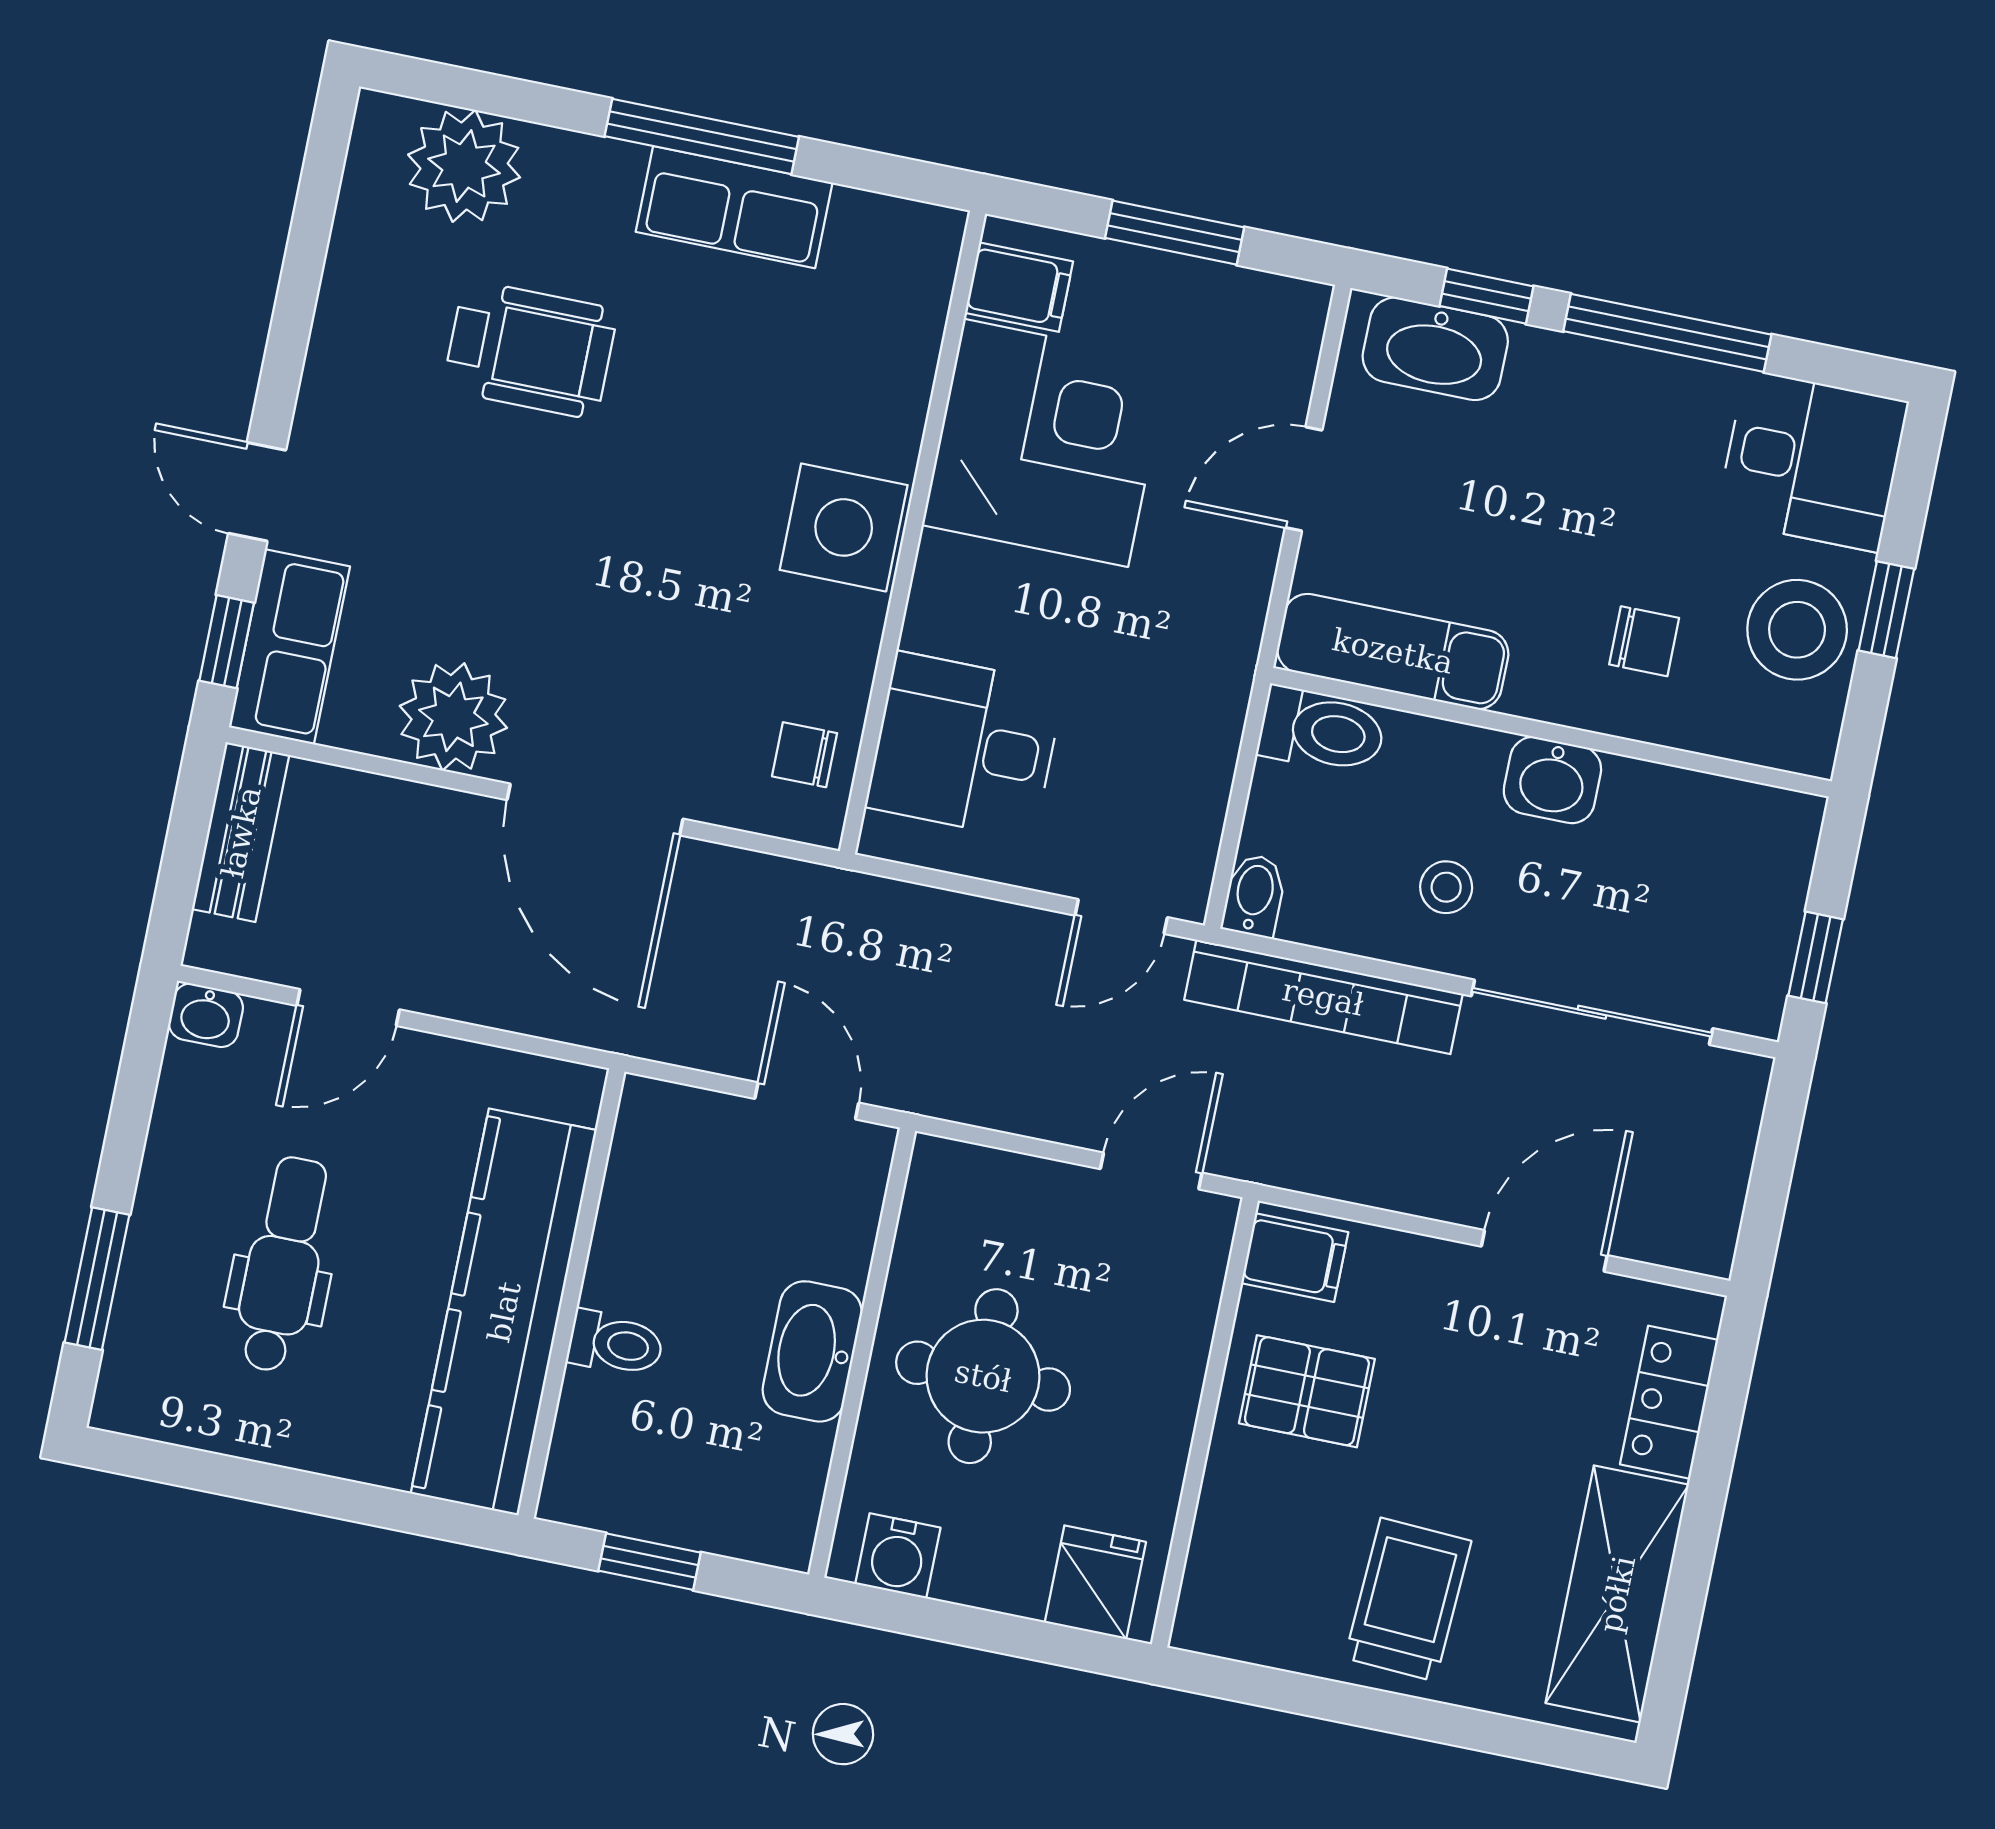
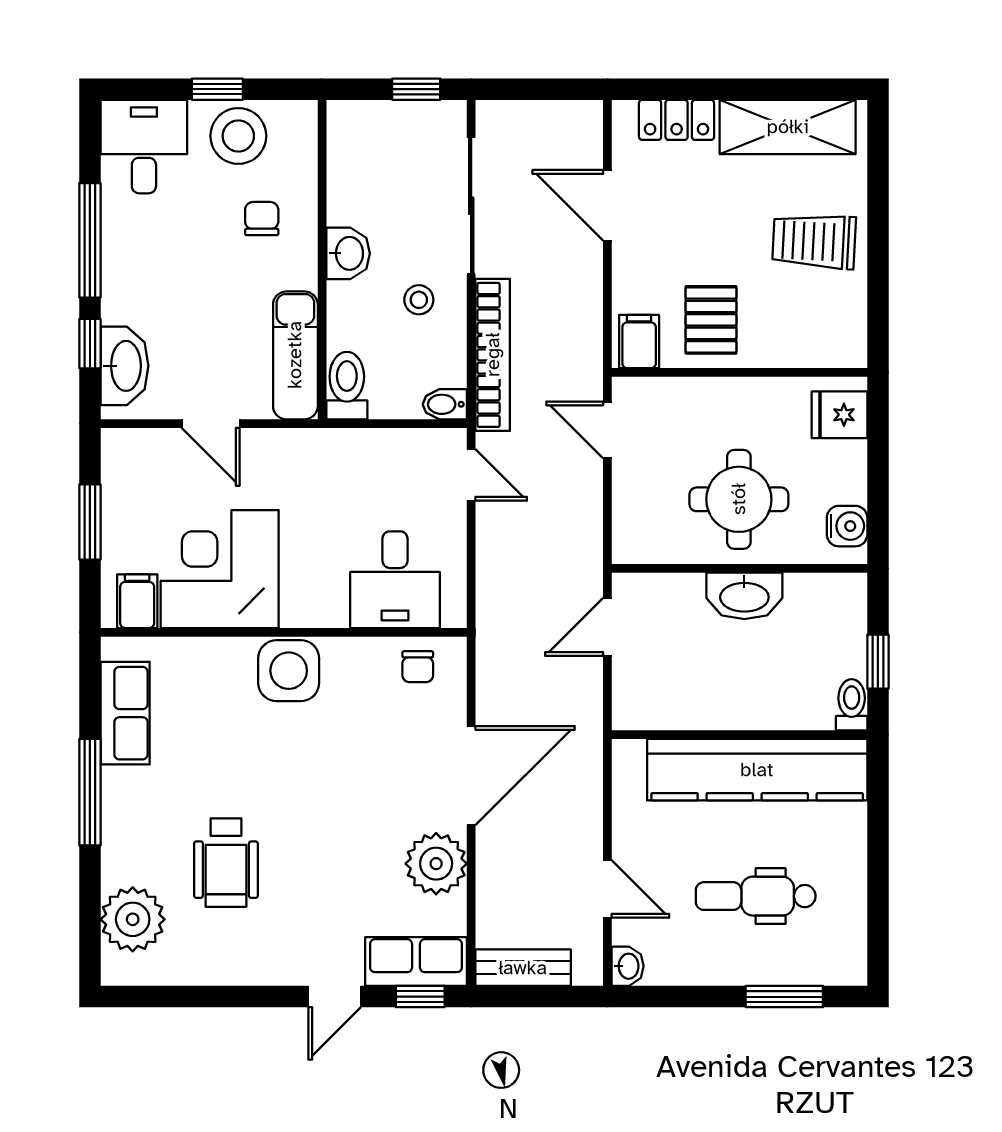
row of seats: (734, 207) -> (125, 713), moved
wheelchair: (530, 349) -> (226, 863), turned 180
toilet: (616, 1344) -> (852, 705), moved

